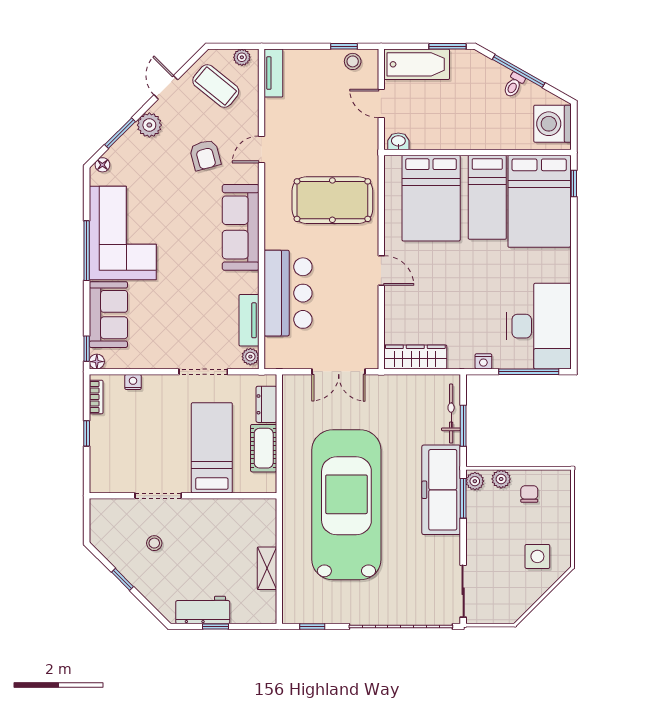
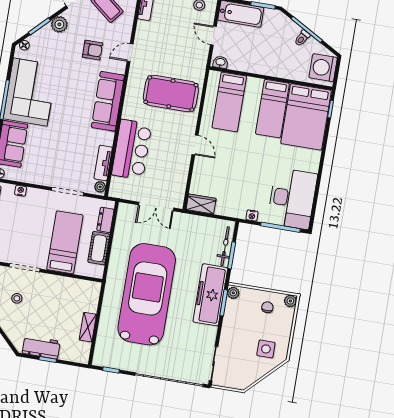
armchair: (205, 155) -> (93, 50), turned -75
bed: (431, 198) -> (229, 102), width x0.67
wardrobe: (415, 357) -> (201, 204), width x0.67
plant: (501, 479) -> (290, 301), moved

